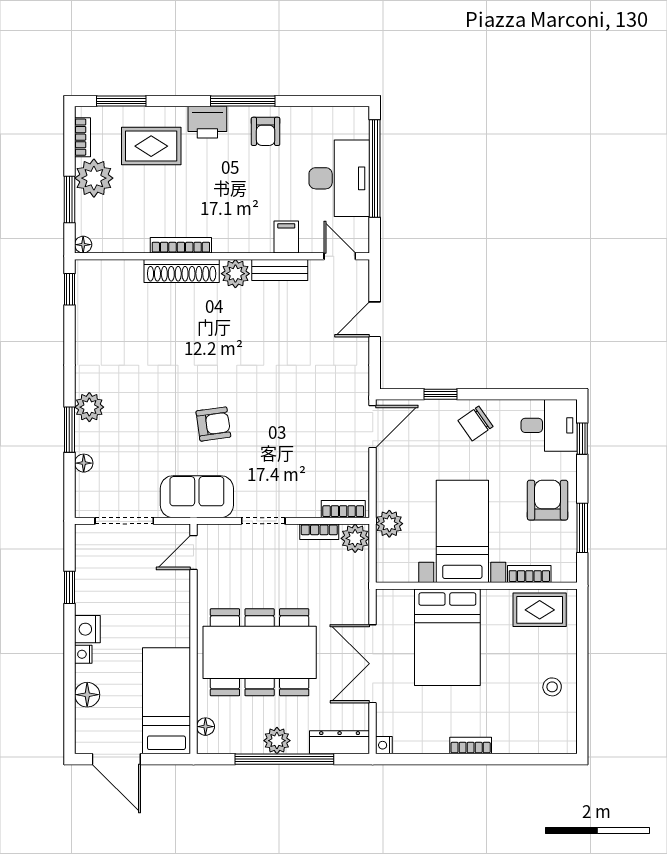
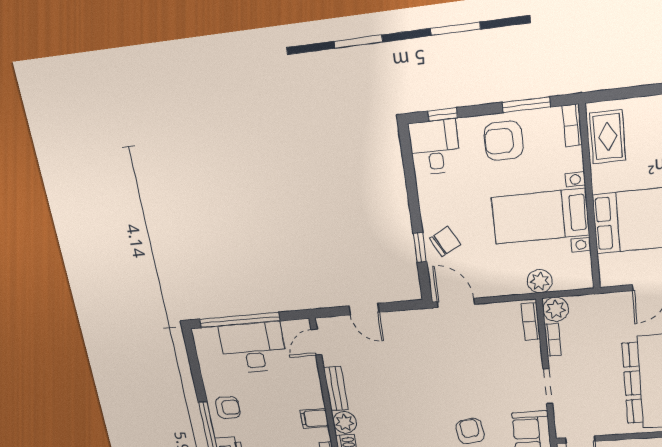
filing cabinet: (286, 237) -> (314, 418), moved
chair: (476, 424) -> (445, 241), moved, turned -83
bookcase: (529, 574) -> (572, 125), moved

